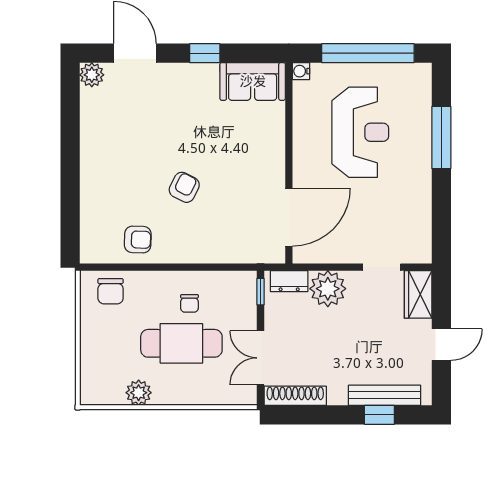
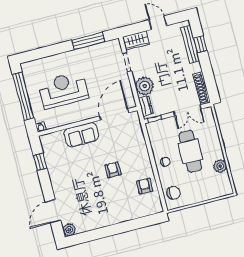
window: (205, 53) -> (40, 162), moved
sofa: (253, 81) -> (81, 135), moved, turned 90
window: (441, 137) -> (88, 41), moved
armchair: (184, 187) -> (113, 170), turned 63
door: (289, 217) -> (114, 114), hinge flipped
chair: (189, 303) -> (165, 162), moved

